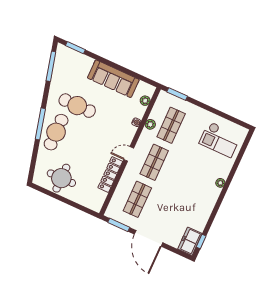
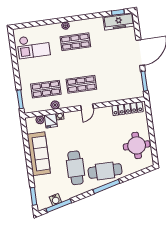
water cooler: (59, 67) -> (55, 200), added
fridge: (138, 111) -> (51, 121), added
checkout: (220, 139) -> (33, 46), turned 90
door: (129, 154) -> (87, 107), hinge flipped
locker: (110, 175) -> (128, 109), moved
shop shelf: (137, 199) -> (75, 42), moved
freezer: (190, 241) -> (119, 21), width x1.40

